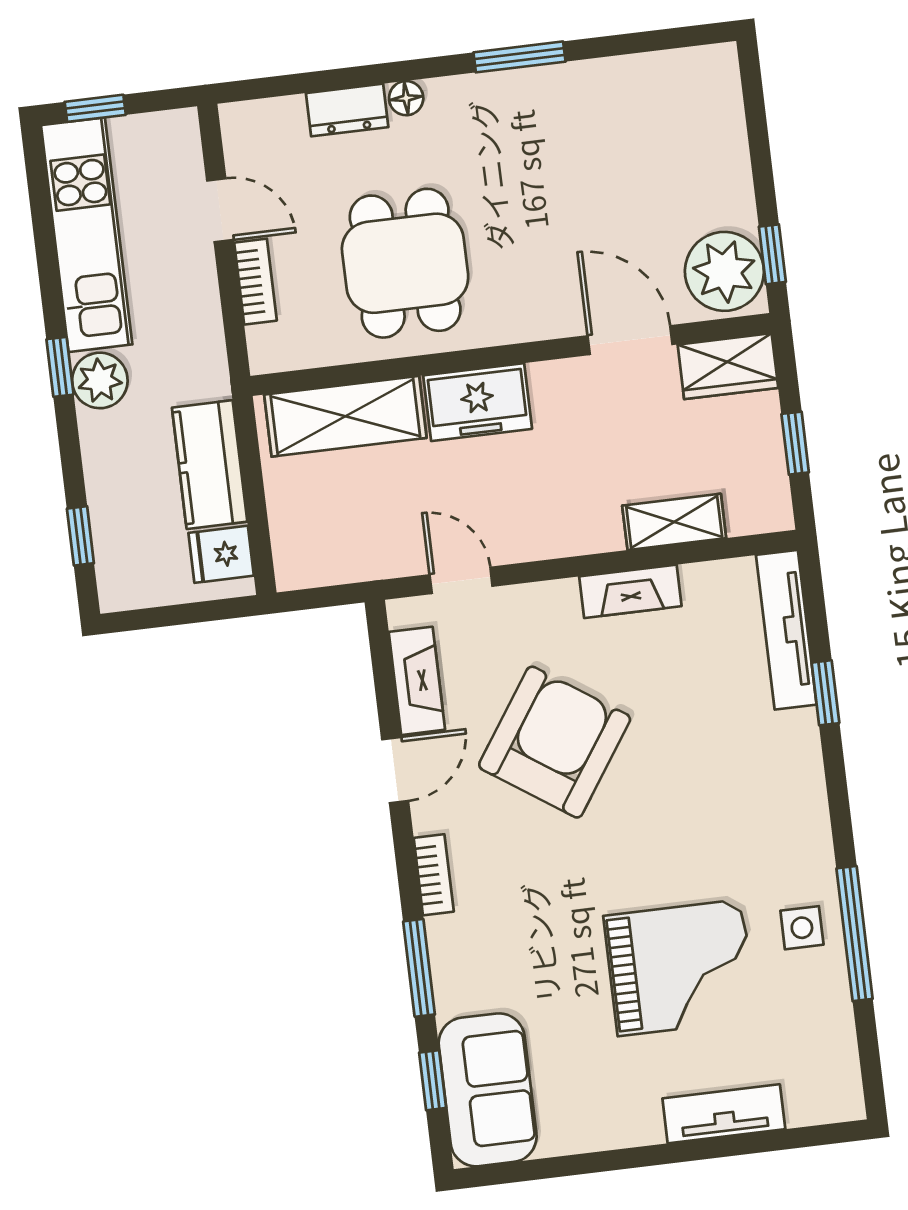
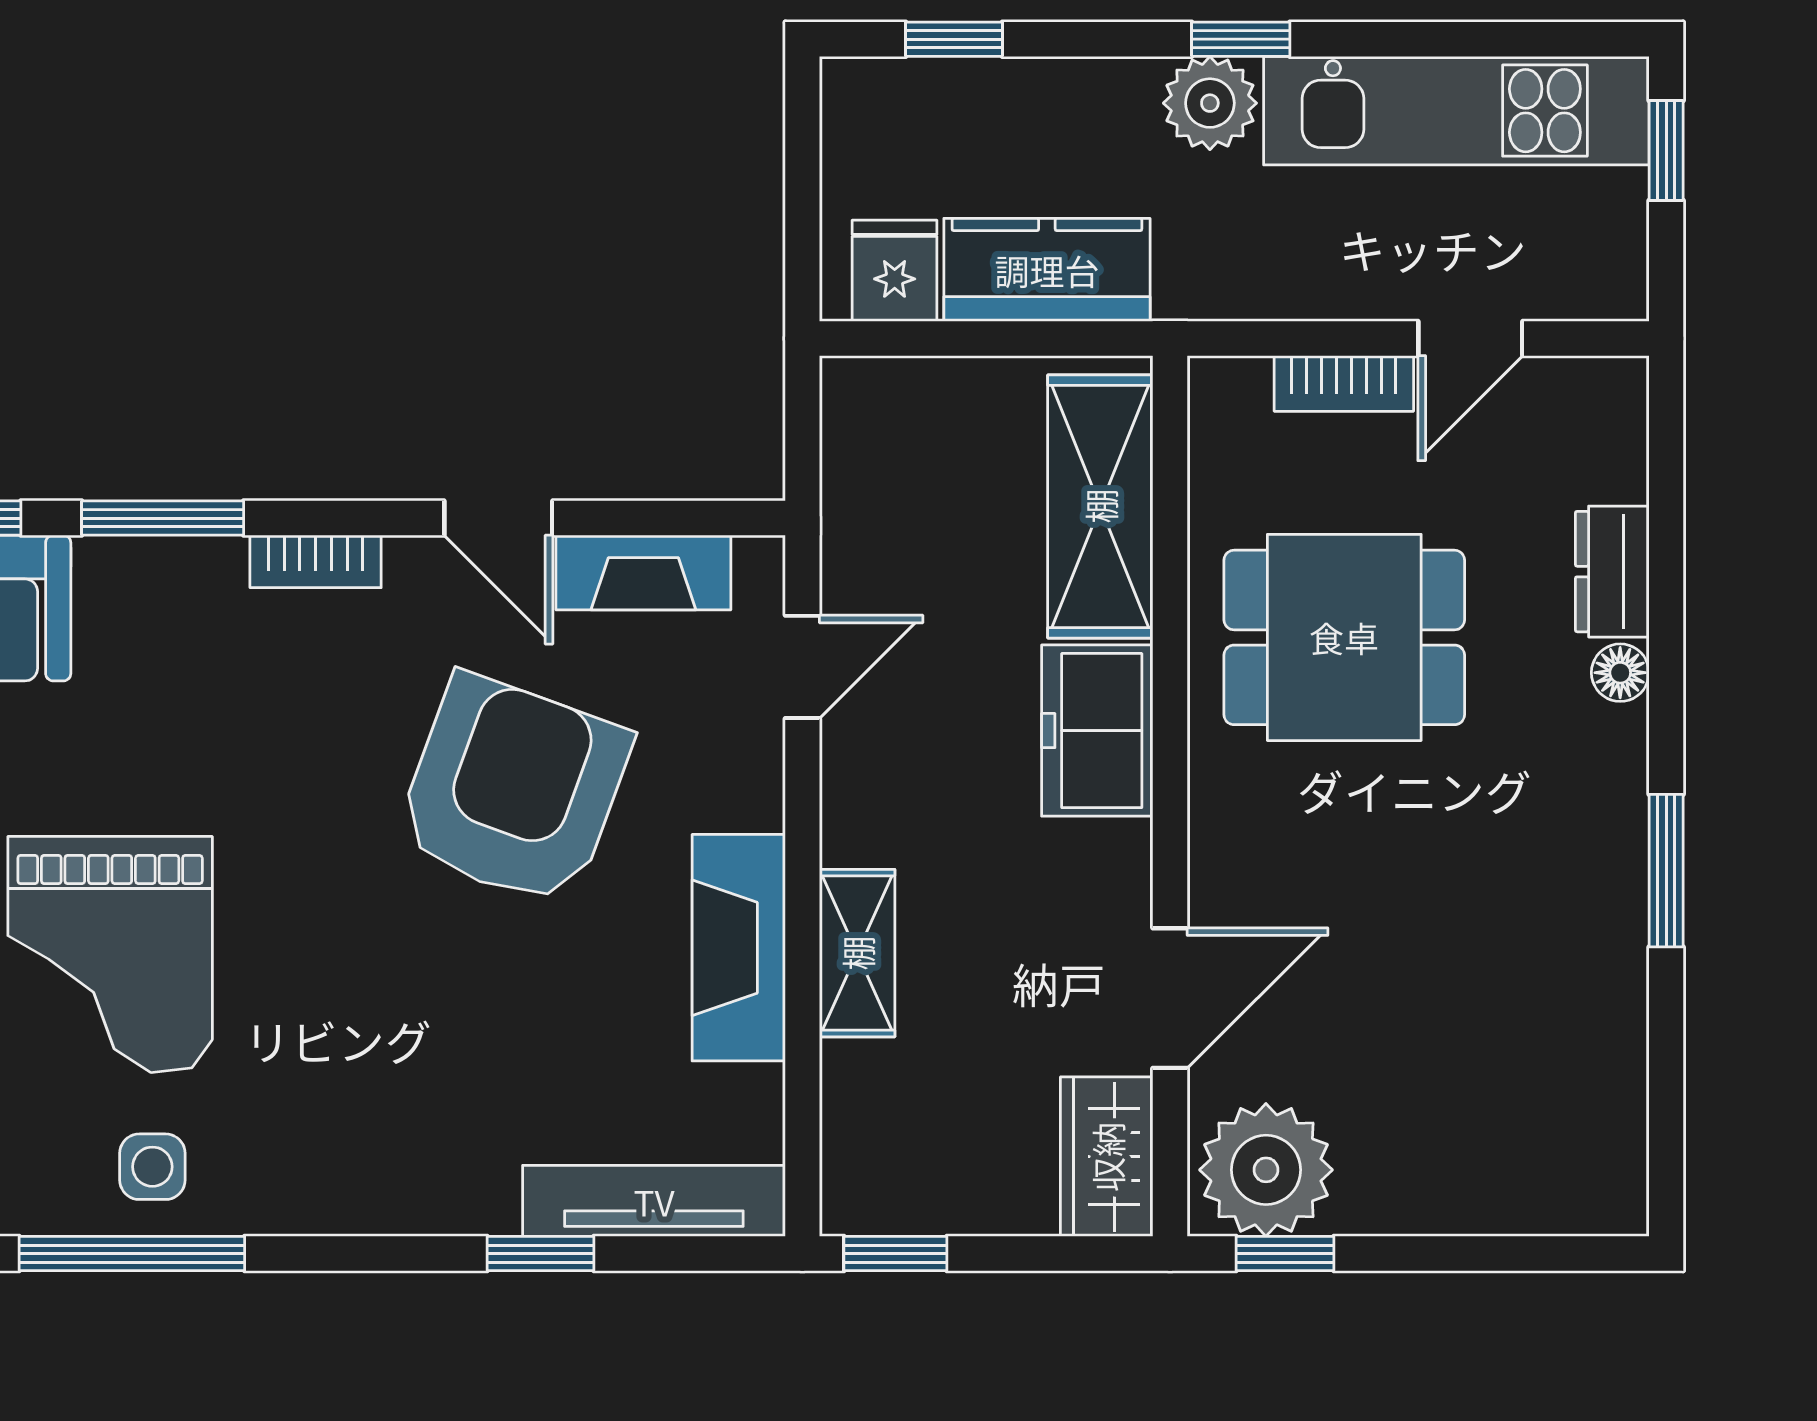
window: (795, 443) -> (895, 1254), moved
shelving: (674, 522) -> (857, 953), moved
fireplace: (630, 591) -> (739, 948), width x1.37, depth x1.32
armchair: (555, 742) -> (513, 791), turned -104

